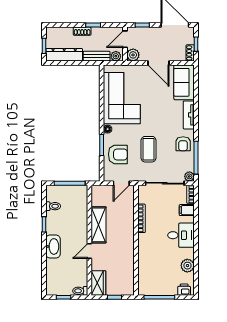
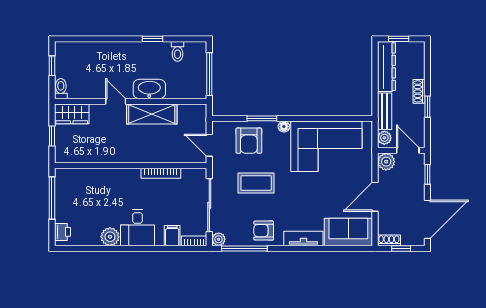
washbasin: (53, 246) -> (149, 89), moved, turned 180
plant: (187, 266) -> (110, 237), moved

